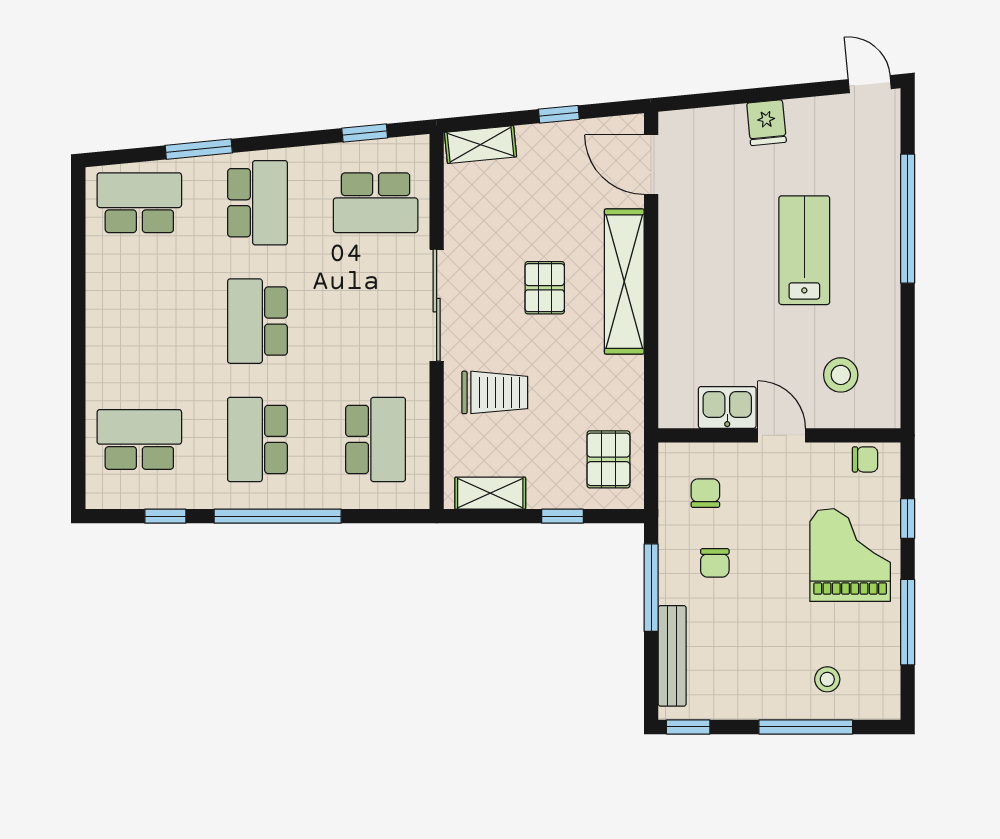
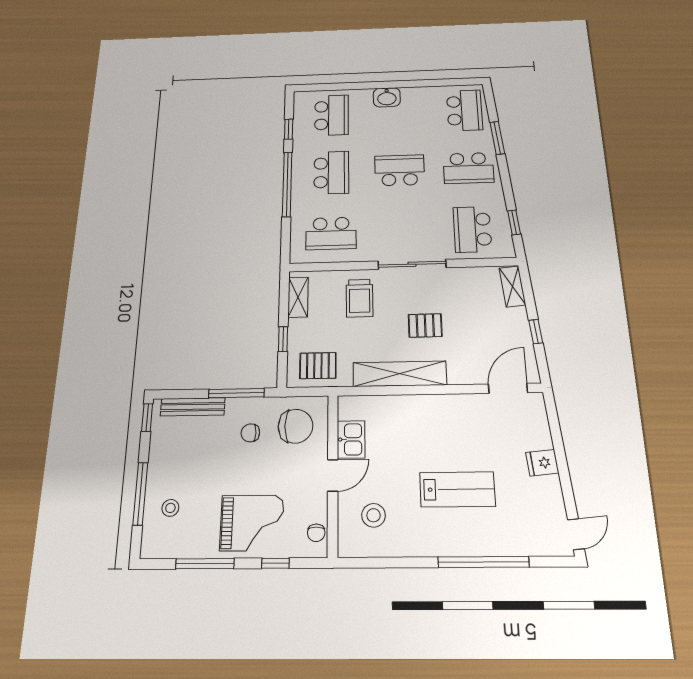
shelving: (624, 282) -> (400, 374), moved
washbasin: (106, 340) -> (387, 97), added
school desk: (257, 439) -> (331, 173), turned 90
chair: (705, 493) -> (296, 426), width x1.87, depth x1.87

